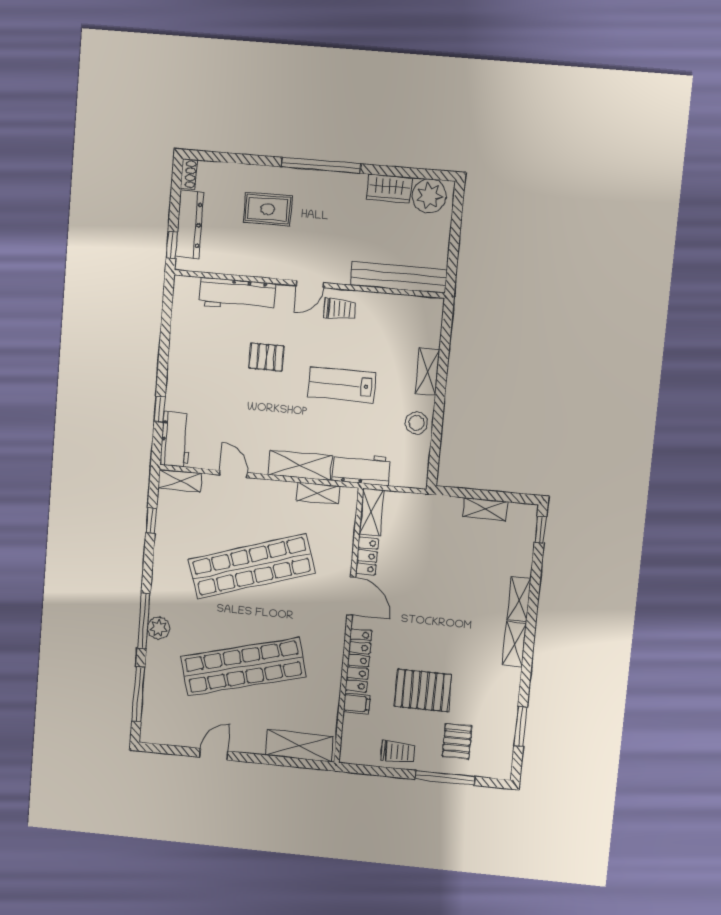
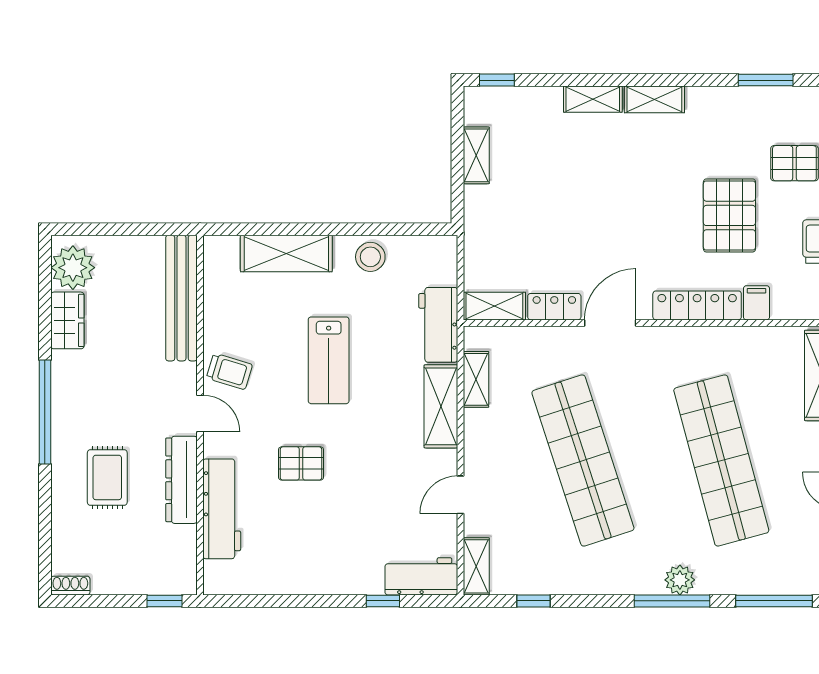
dresser: (189, 225) -> (182, 480), moved, turned -90
trolley: (340, 309) -> (229, 371), turned 107
pallet: (266, 357) -> (301, 463), turned 90
shelving: (427, 372) -> (286, 254), width x1.50, depth x1.33

